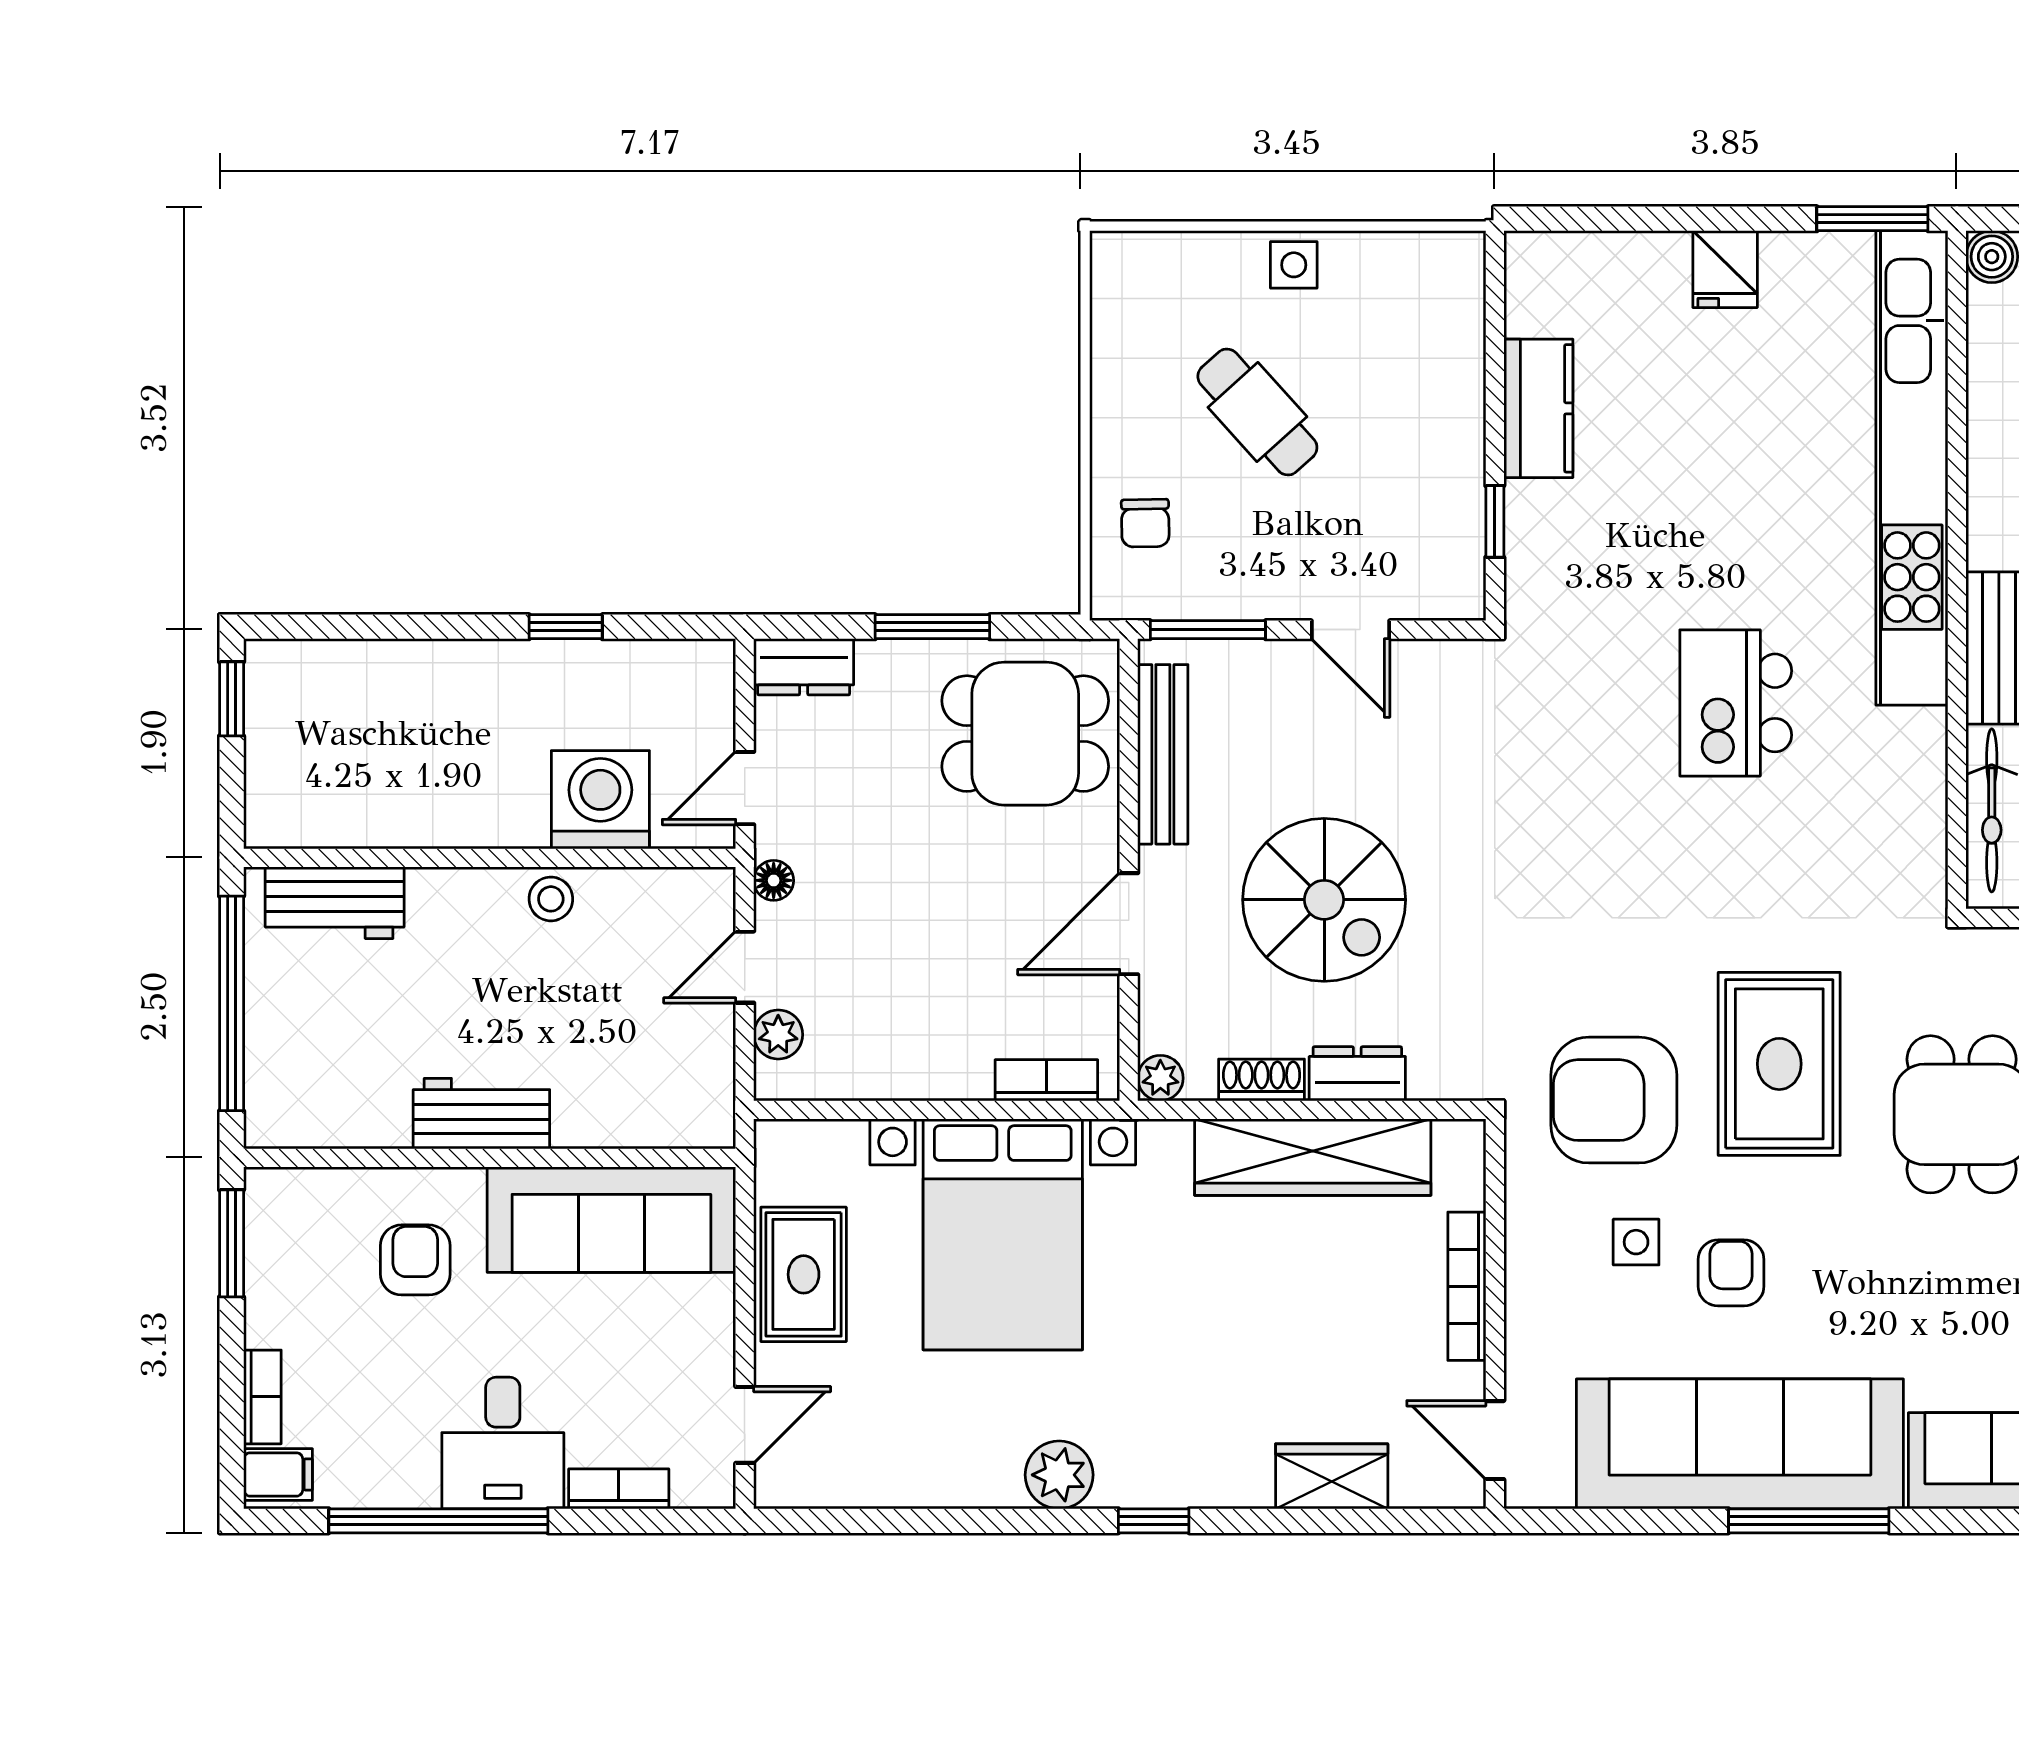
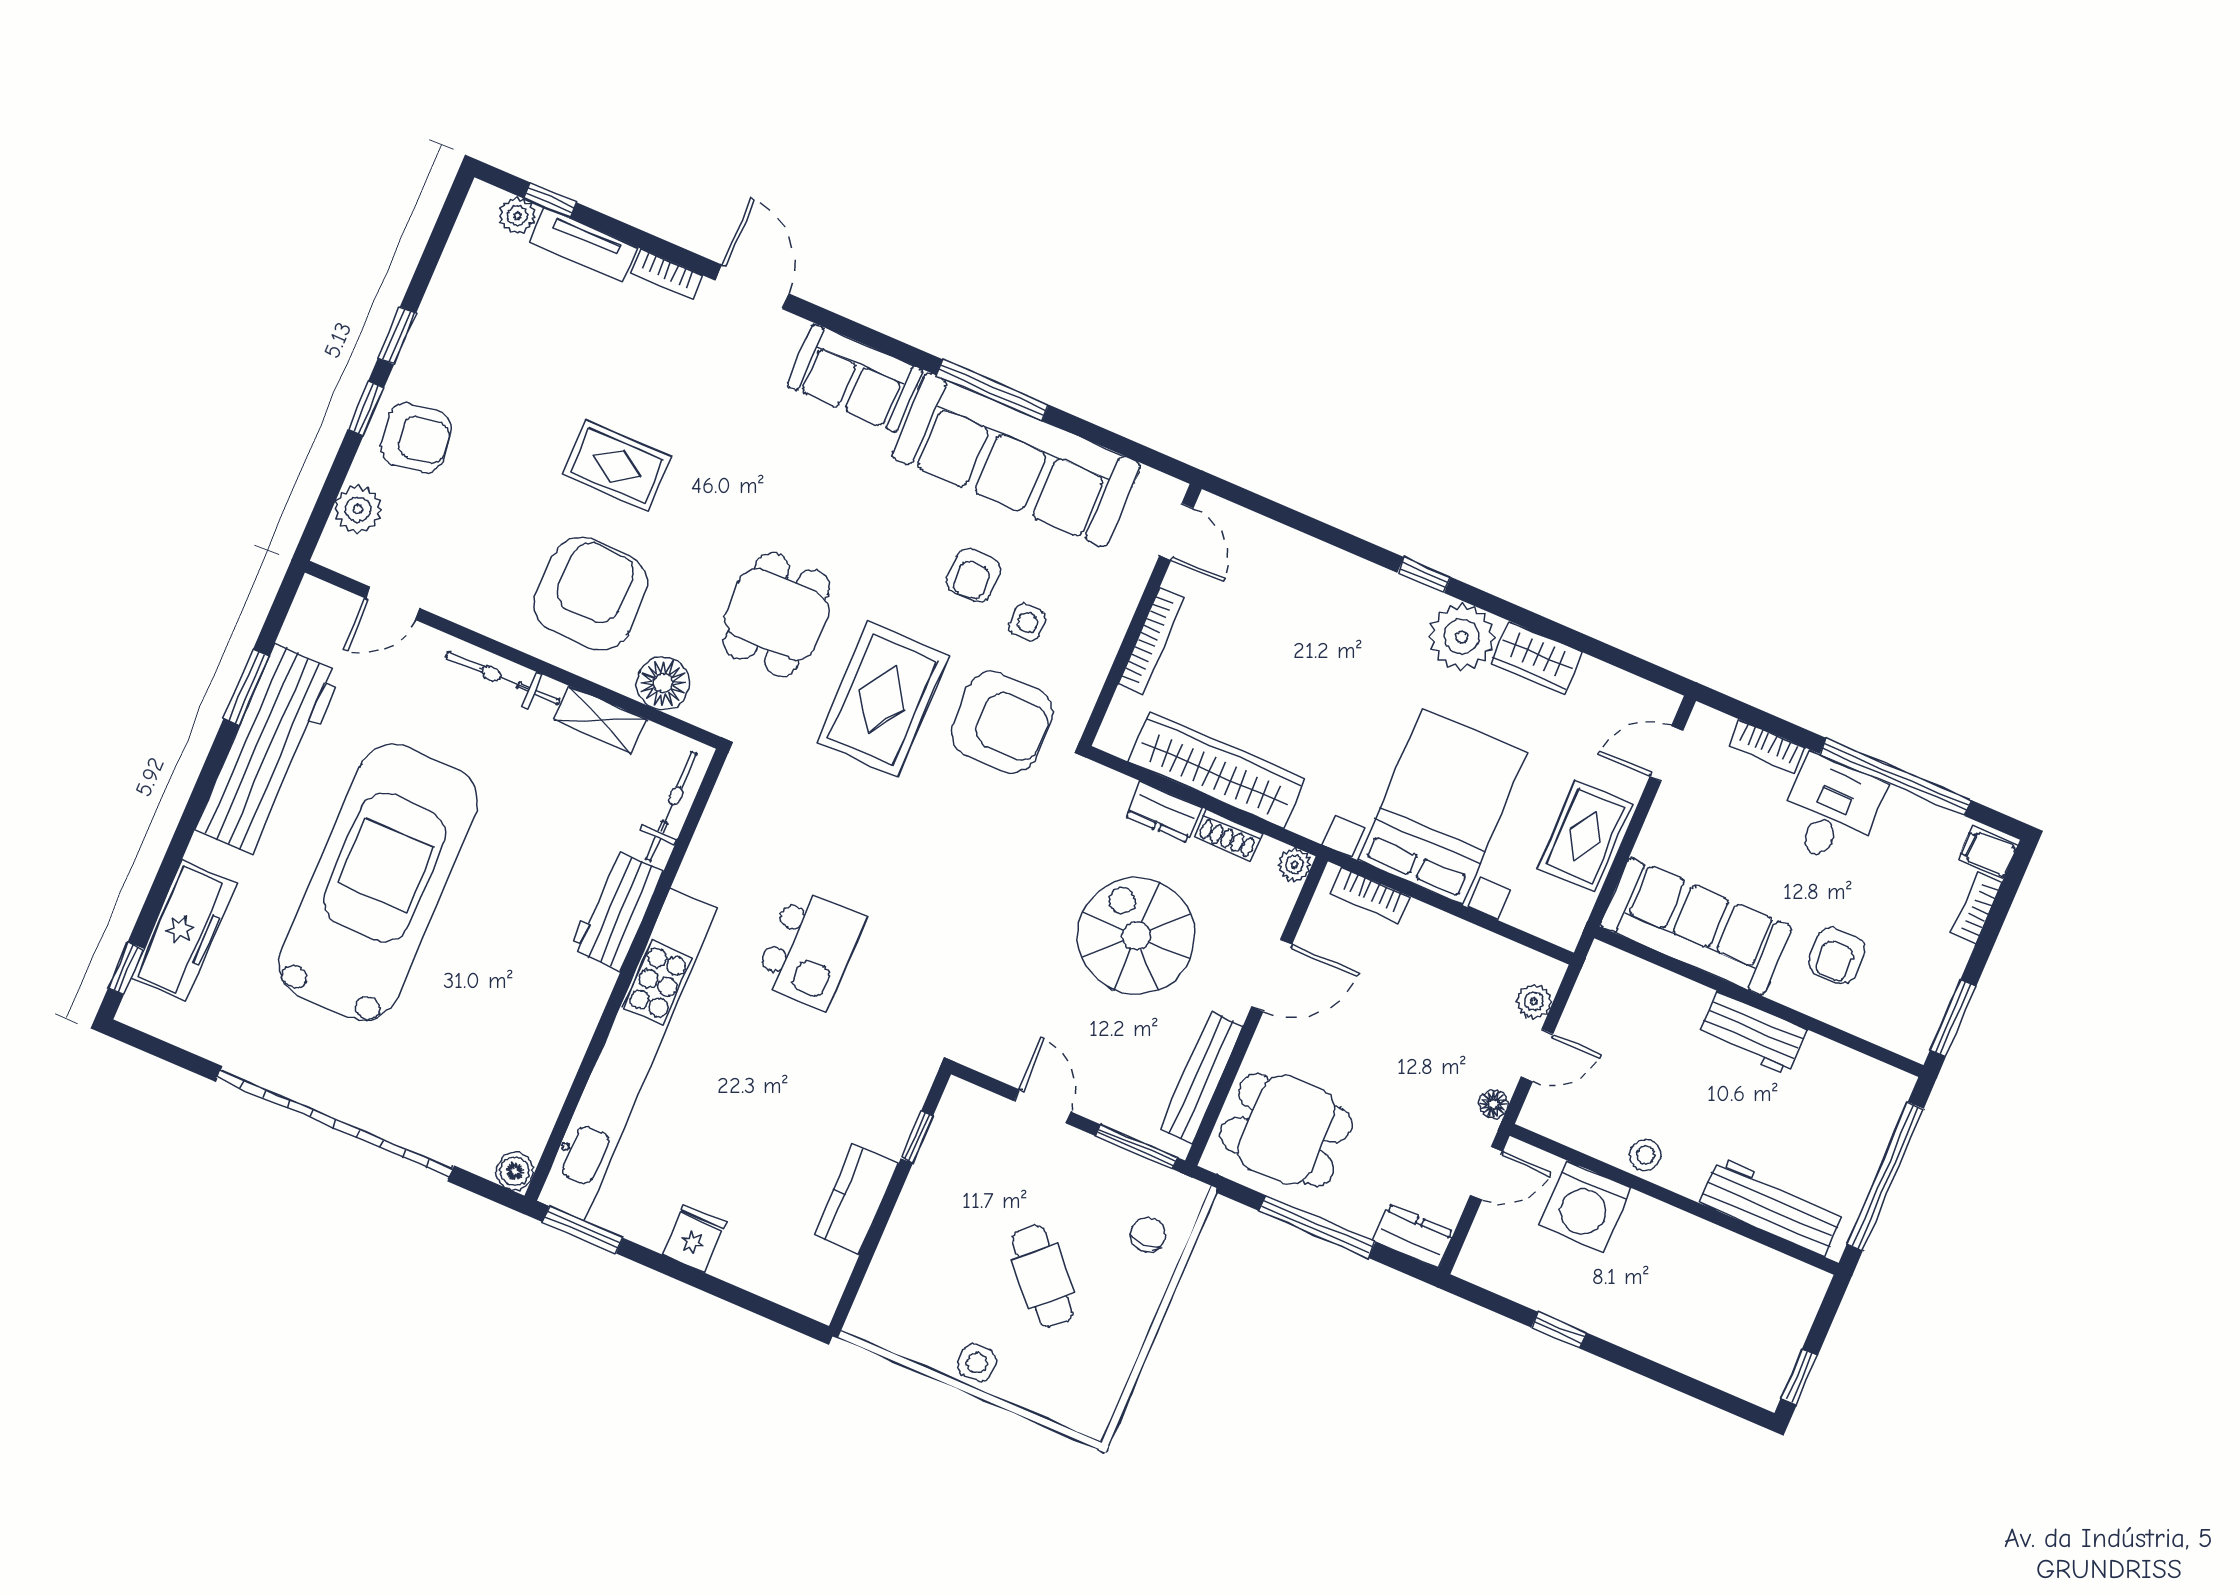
window: (932, 627) -> (1317, 1227), width x1.44
workbench: (335, 903) -> (1772, 1206), width x1.38
plant: (1059, 1475) -> (1462, 637), width x1.36, depth x1.36
wardrobe: (1332, 1476) -> (1536, 658), moved

